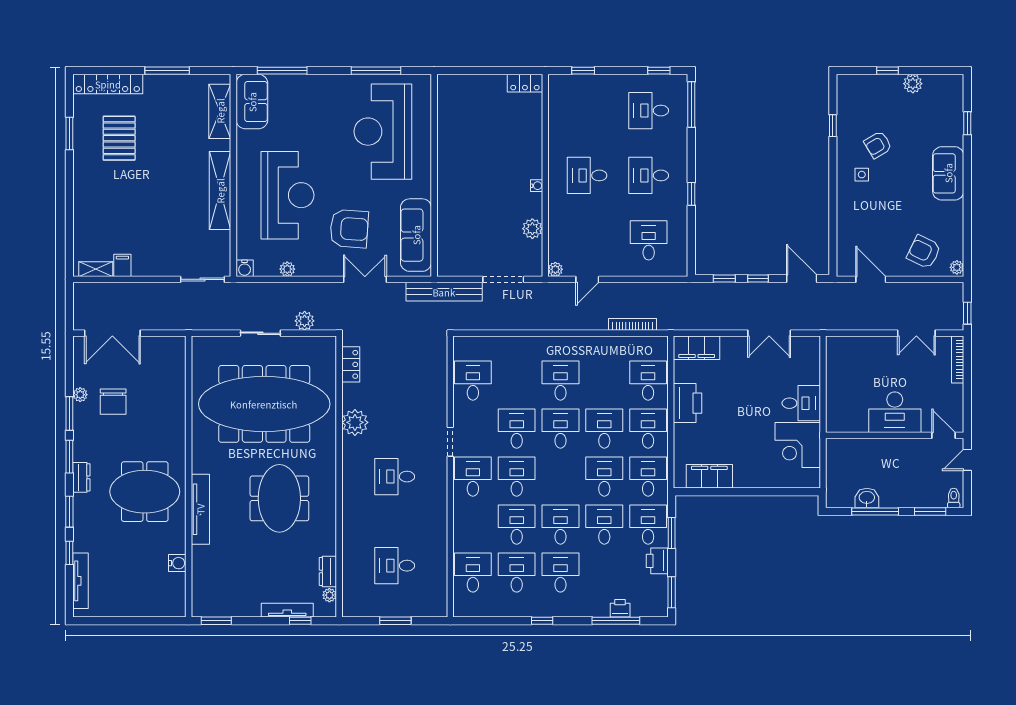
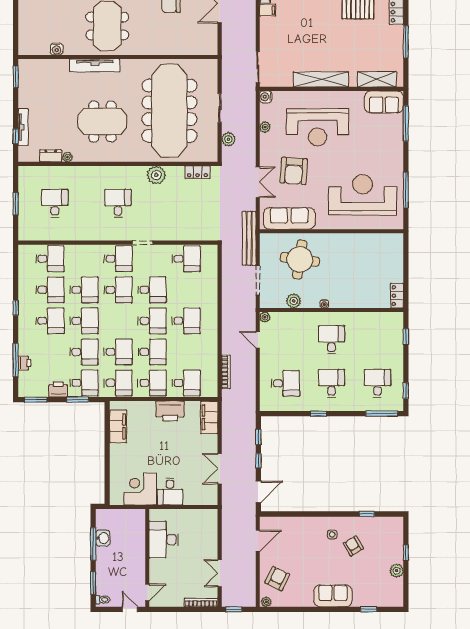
round table: (474, 220) -> (300, 259), added
desk: (895, 412) -> (164, 540), moved
plant: (329, 595) -> (67, 157), moved

